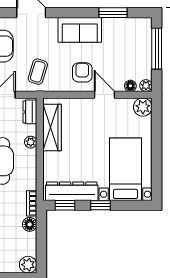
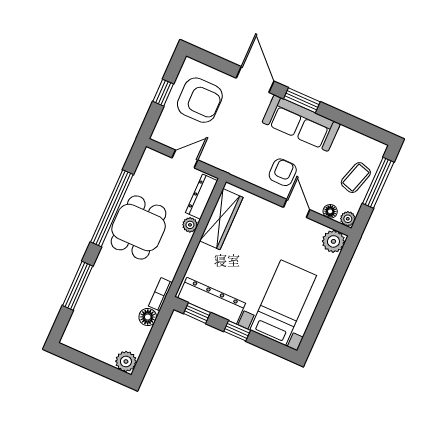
window: (113, 13) -> (302, 100), moved
sofa: (80, 30) -> (301, 123), width x1.36
coffee table: (38, 72) -> (356, 178), moved
dresser: (30, 112) -> (202, 197), width x1.44

